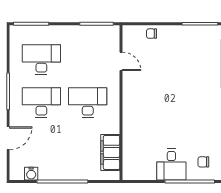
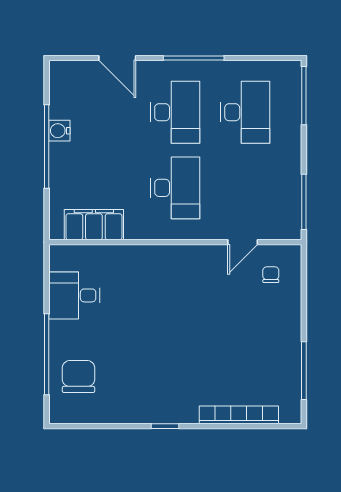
chair: (152, 34) -> (271, 275), moved
chair: (203, 162) -> (78, 376), width x1.87, depth x1.87
desk: (171, 164) -> (74, 295), moved
water cooler: (31, 174) -> (59, 131), moved

